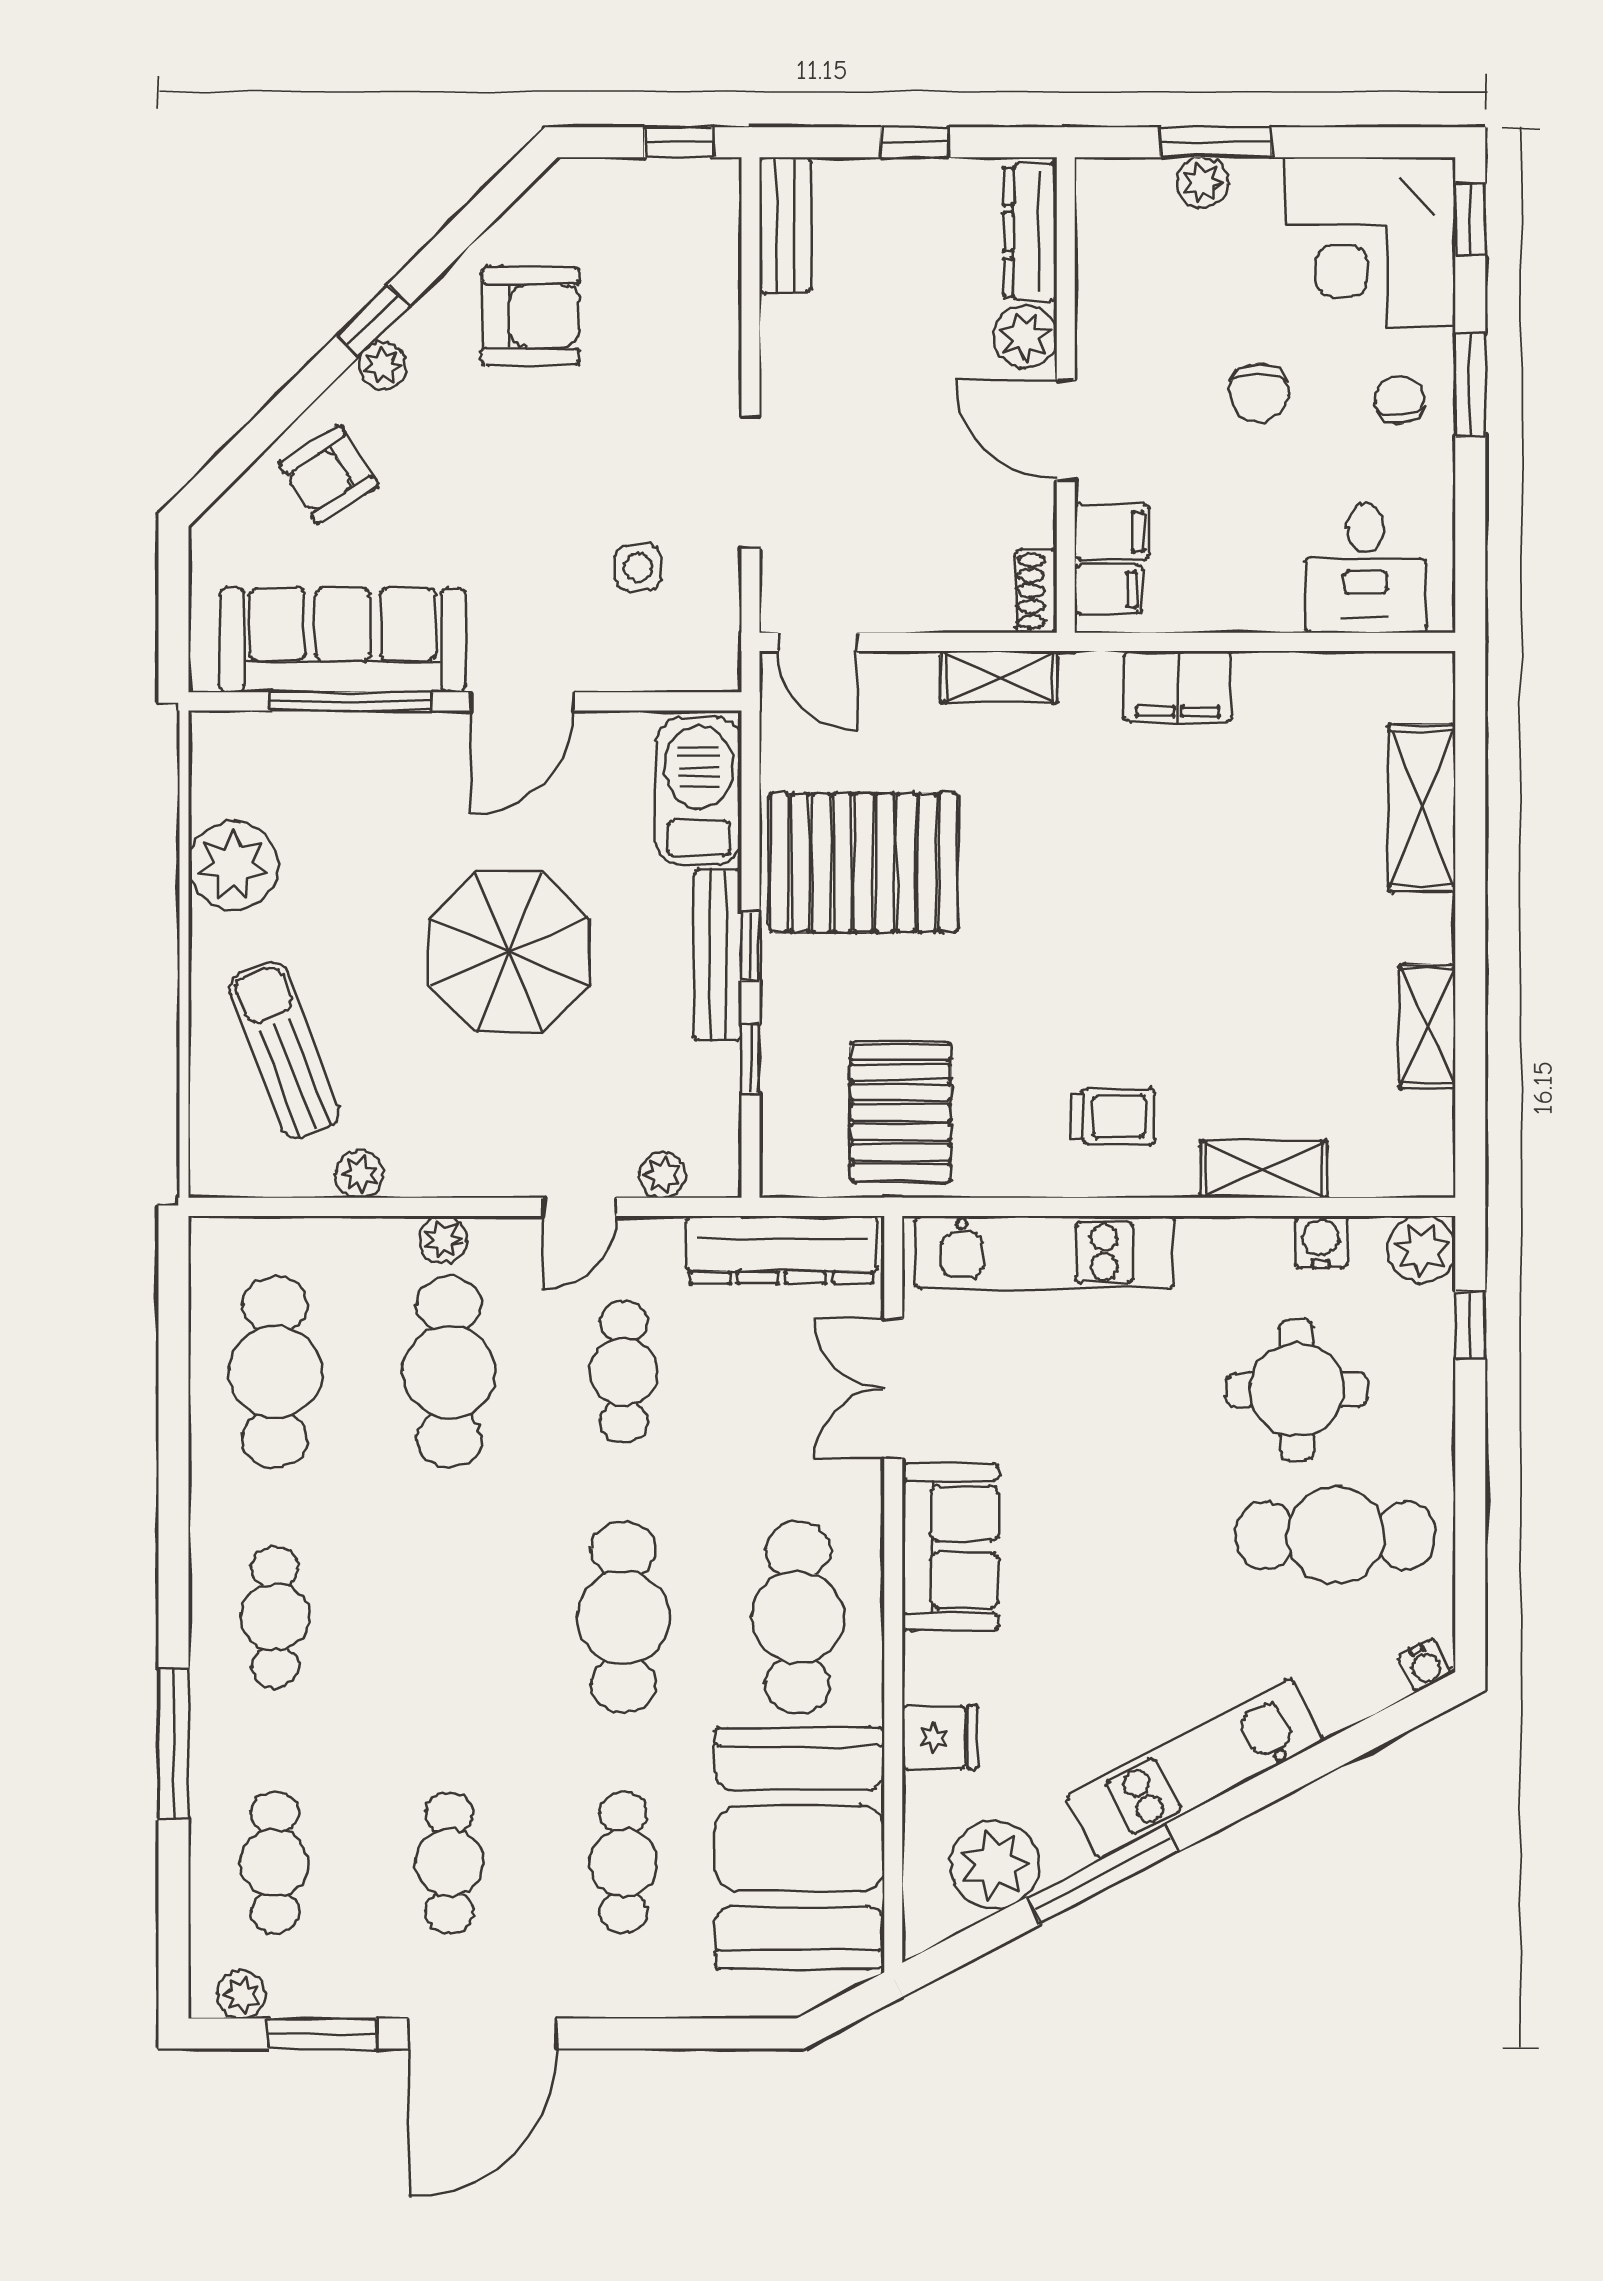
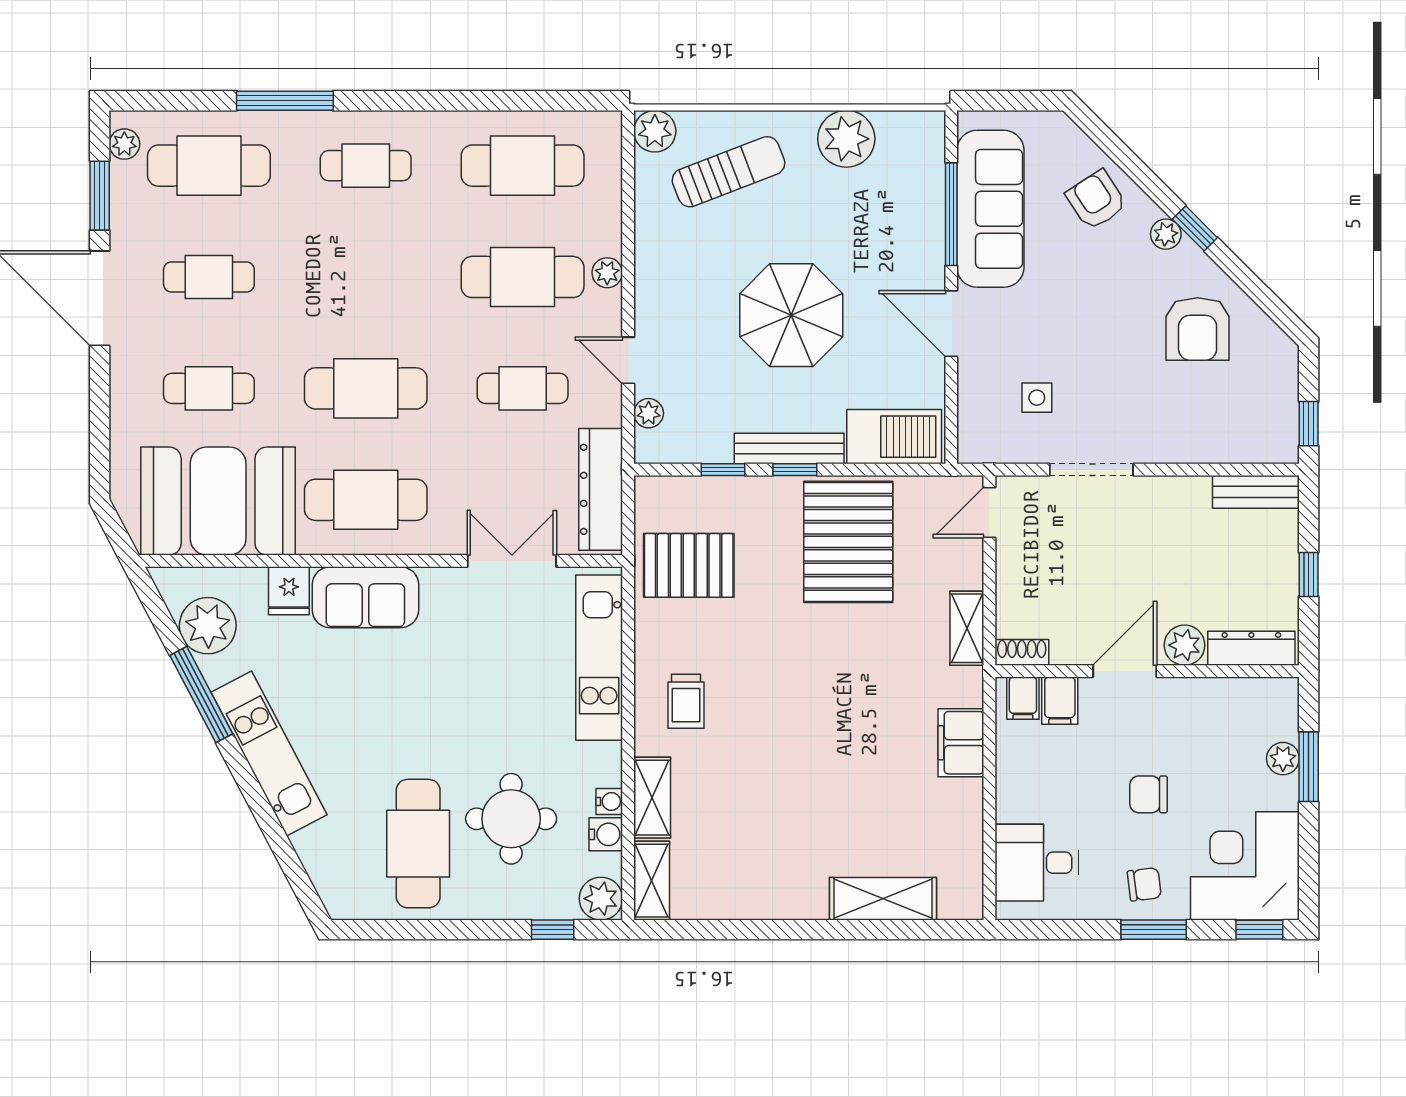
shelving: (1428, 1026) -> (652, 881), moved, turned 90
plant: (360, 1174) -> (655, 131), moved, width x1.38, depth x1.38
sofa: (950, 1547) -> (365, 597), moved
water cooler: (1424, 1665) -> (609, 801), moved, turned -152
cafe table: (275, 1863) -> (209, 166), width x1.37, depth x1.35

